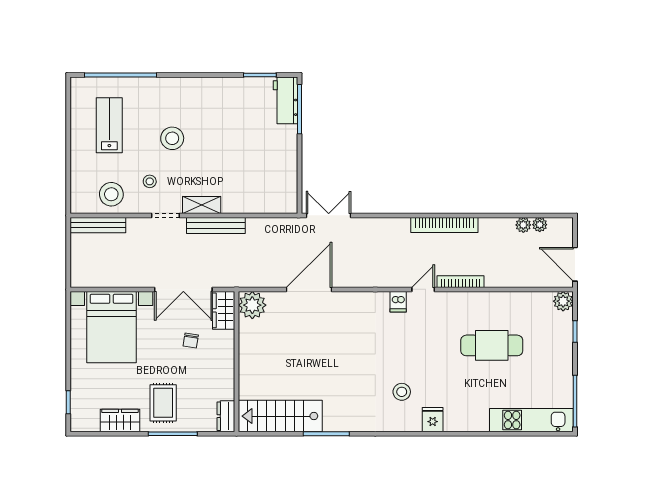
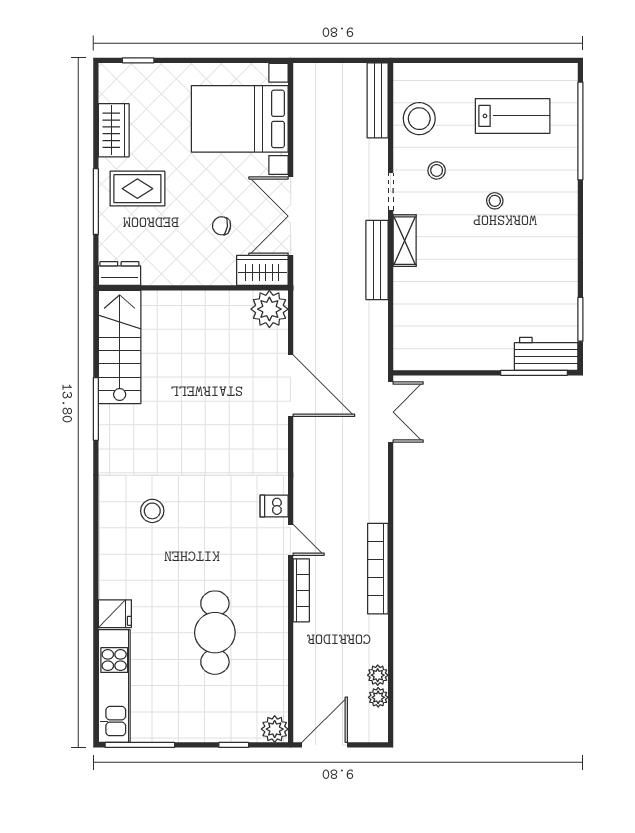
stool: (172, 138) -> (495, 201), width x0.53, depth x0.53
fridge: (433, 420) -> (115, 614), moved

